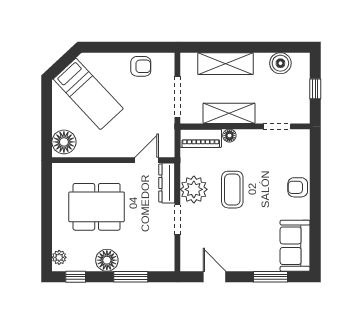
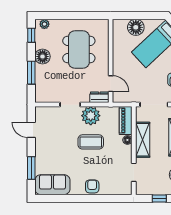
floor lamp: (64, 142) -> (136, 27), moved
dresser: (167, 183) -> (99, 97), width x0.70
door: (215, 277) -> (31, 130), swing flipped

